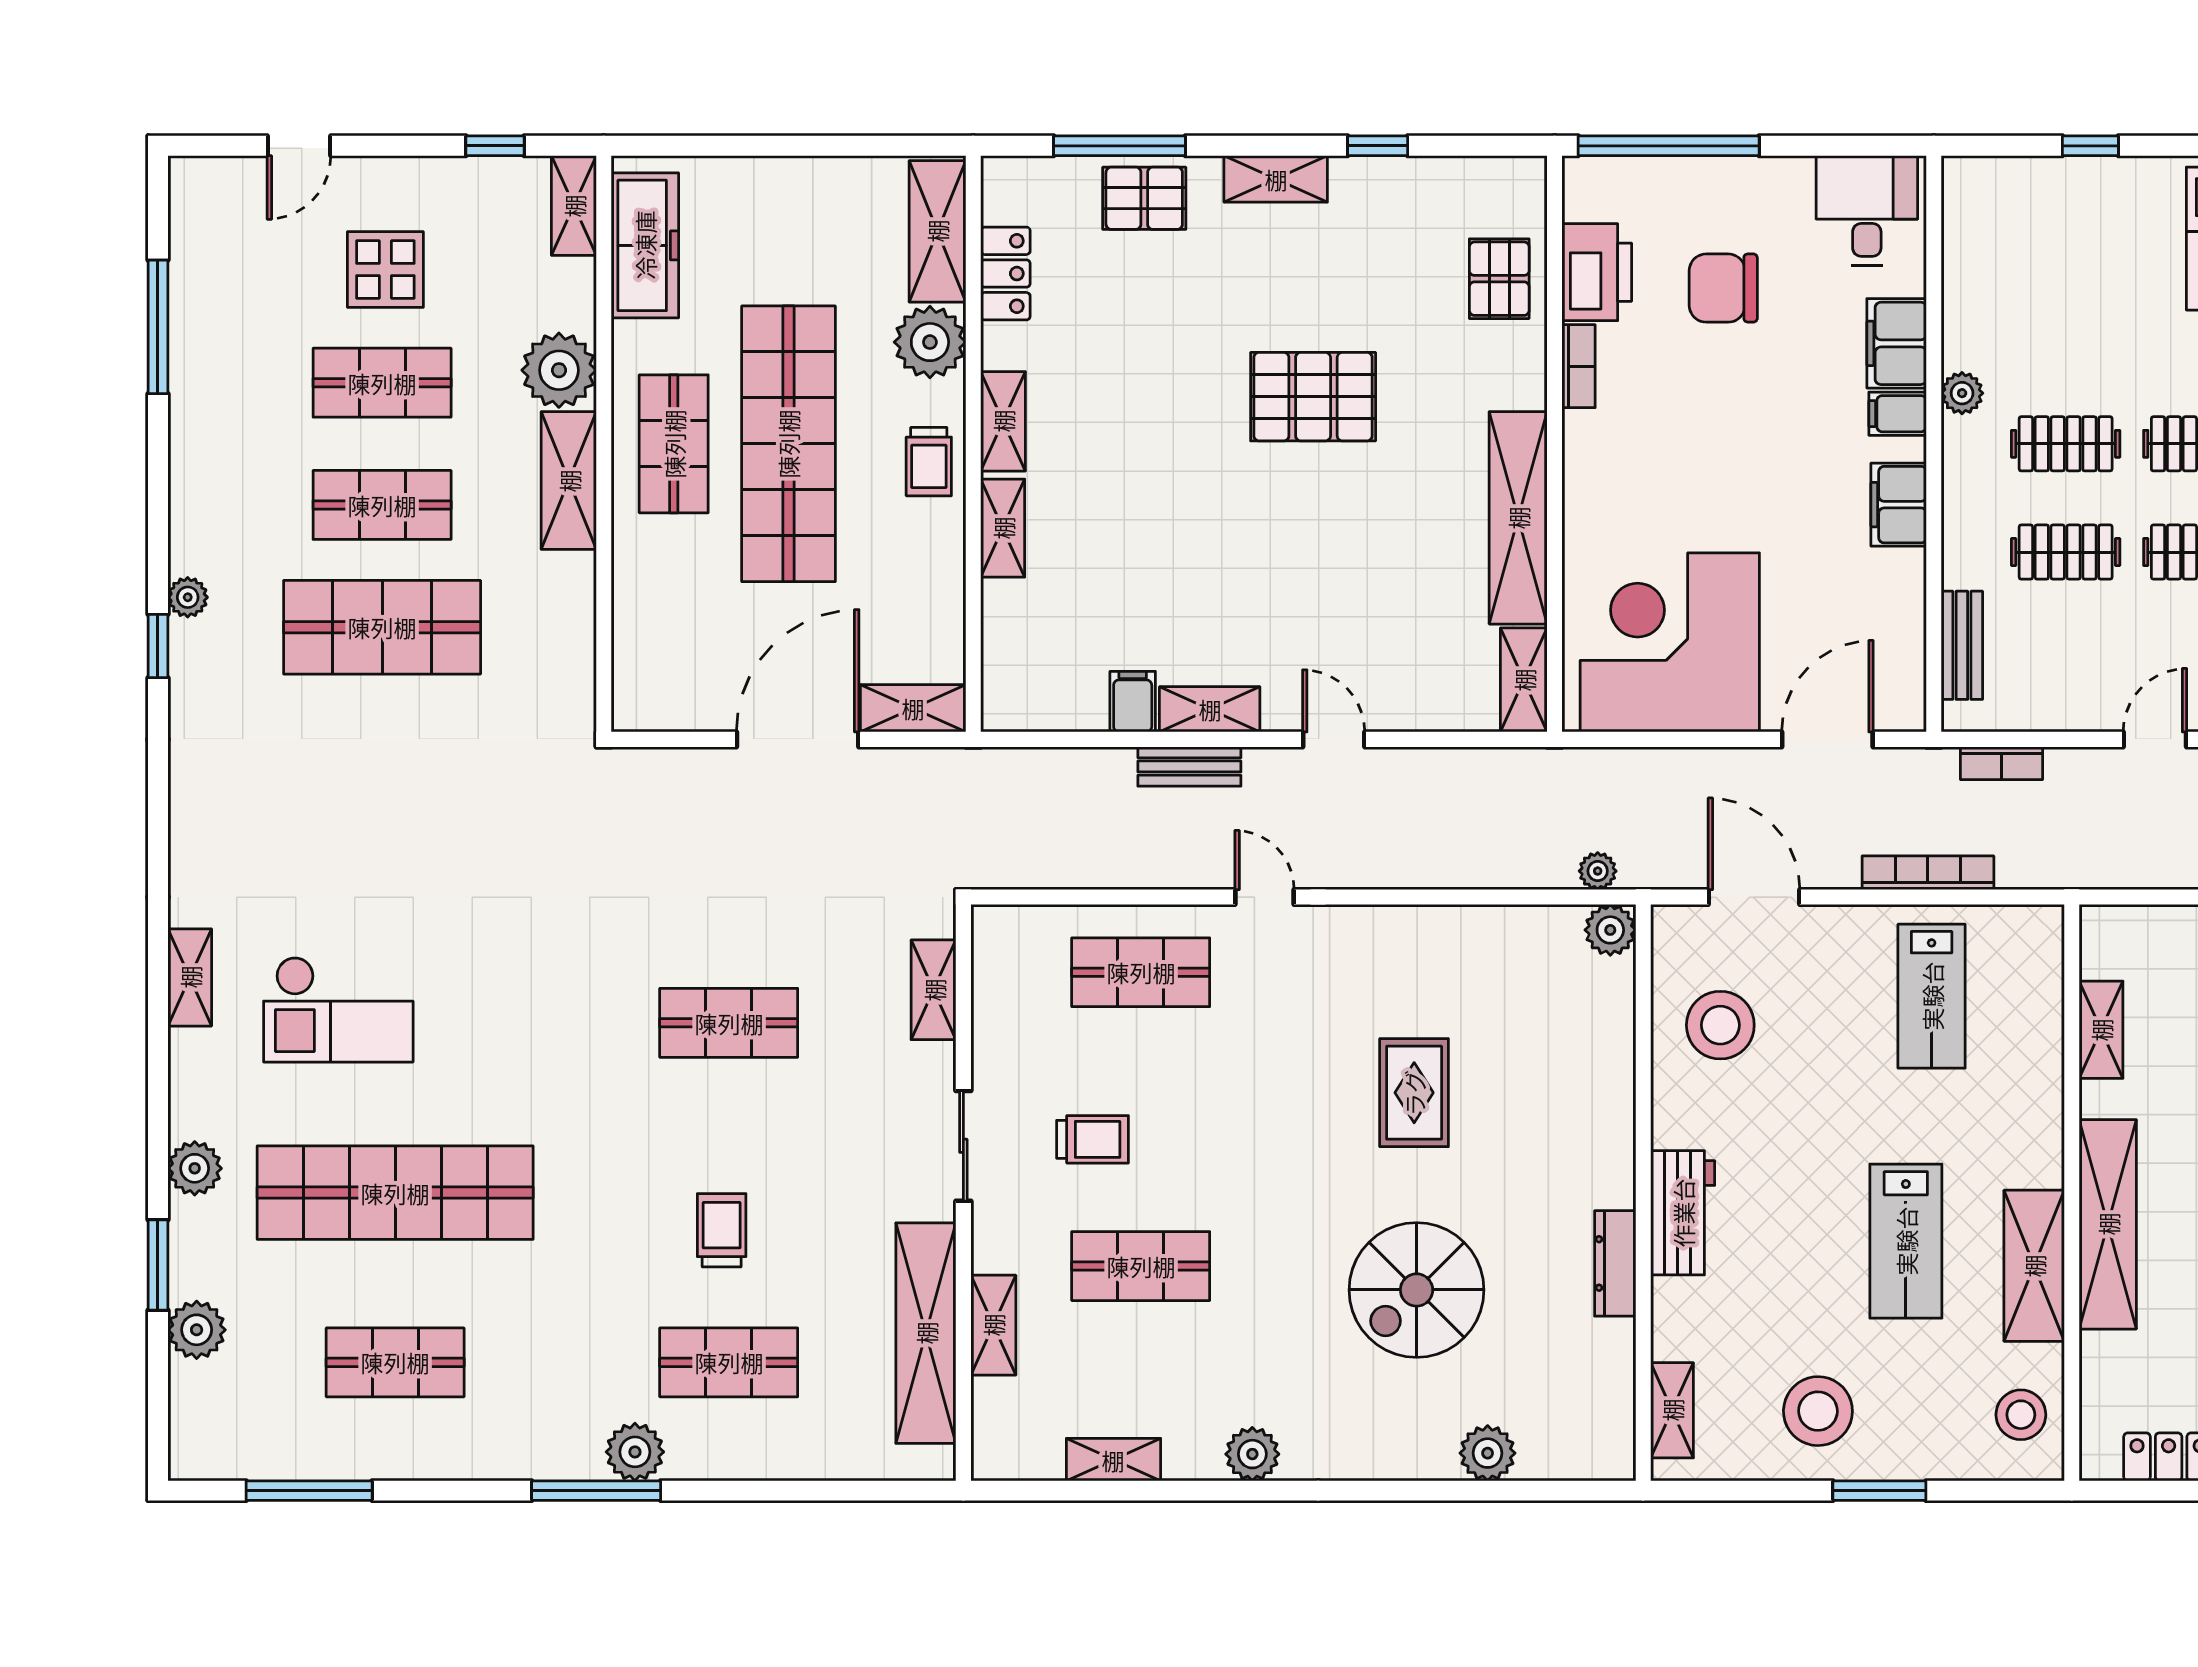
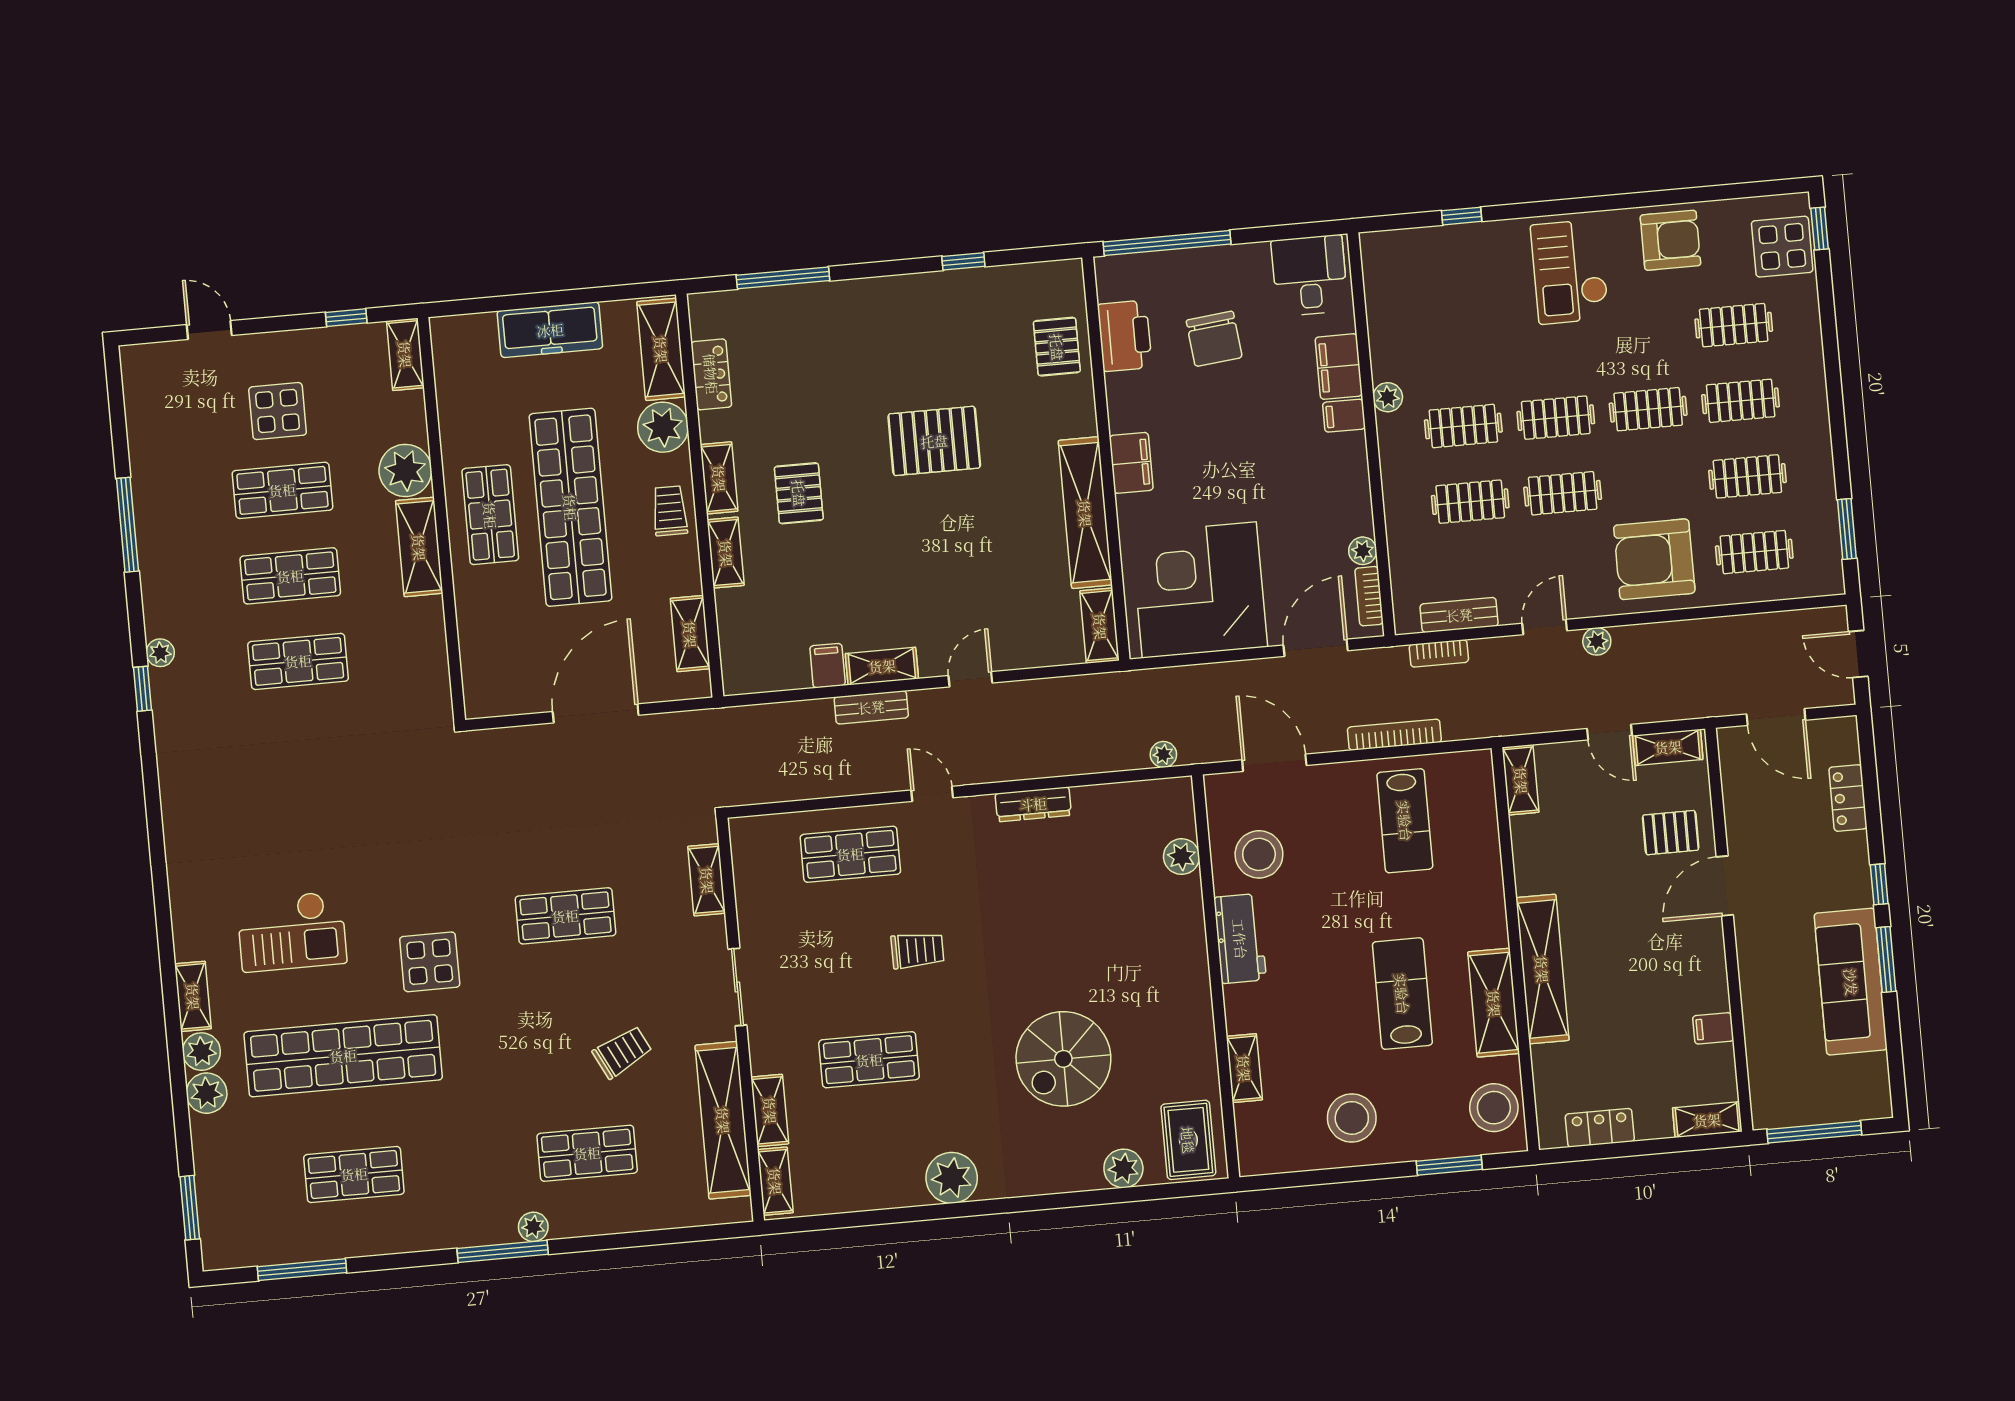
door: (299, 146) -> (209, 330), swing flipped
shelving: (1276, 179) -> (894, 291), removed
pallet: (1144, 198) -> (799, 493), moved, turned 90
freezer: (645, 245) -> (550, 330), moved, turned 90
chair: (1723, 288) -> (1214, 339), turned -96
window: (158, 327) -> (128, 525), moved
bookcase: (1579, 366) -> (1369, 596), moved, turned 180
trolley: (929, 462) -> (670, 511), turned 180
filing cabinet: (1899, 505) -> (1131, 463), moved, turned 180
plant: (1907, 608) -> (1363, 551), added
shop shelf: (382, 627) -> (298, 661), width x0.70, depth x0.74
bench: (1962, 645) -> (1459, 615), moved, turned 90
shelving: (913, 708) -> (690, 634), moved, turned 90
door: (1334, 739) -> (970, 679), hinge flipped
plant: (1610, 930) -> (1182, 857), moved
shelving: (190, 977) -> (193, 996), moved
shelving: (2101, 1030) -> (1521, 780), moved
display table: (530, 1071) -> (430, 962), added
rug: (1414, 1093) -> (1188, 1140), moved
trolley: (1093, 1139) -> (917, 950), moved
workbench: (1683, 1213) -> (1240, 939), moved
trolley: (722, 1230) -> (622, 1052), moved, turned 63
lab bench: (1906, 1241) -> (1402, 994), turned 180
dresser: (1615, 1263) -> (1033, 804), moved, turned -90
window: (158, 1265) -> (190, 1208), moved
plant: (197, 1330) -> (207, 1093), moved
shelving: (1672, 1410) -> (1244, 1068), moved
stool: (2021, 1415) -> (1494, 1108), width x1.38, depth x1.38
plant: (635, 1452) -> (533, 1227), width x0.73, depth x0.73
plant: (1252, 1454) -> (952, 1178), width x1.36, depth x1.36
shelving: (1113, 1460) -> (775, 1181), moved, turned 90
window: (1879, 1491) -> (1449, 1165), moved

